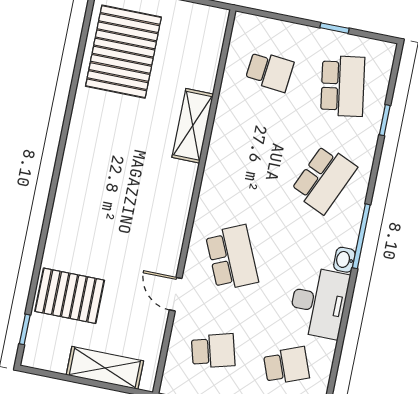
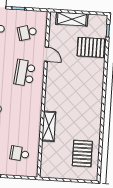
pallet: (123, 52) -> (82, 153), width x0.73, depth x0.71
school desk: (232, 258) -> (25, 73), turned 30

